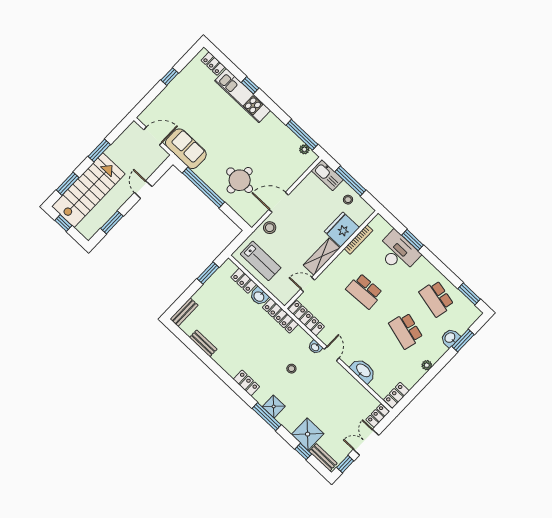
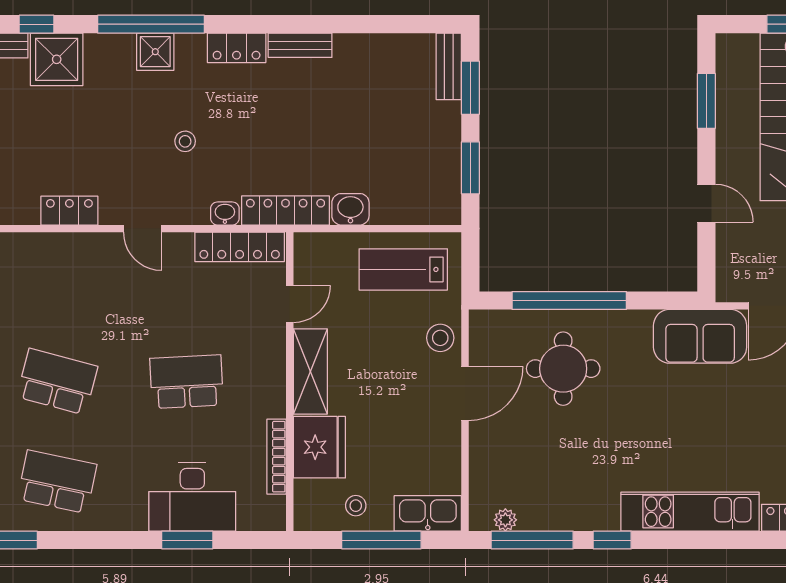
window: (250, 85) -> (612, 540), moved
window: (203, 187) -> (569, 300), moved
locker: (244, 281) -> (69, 211), moved
window: (184, 299) -> (470, 88), added
bench: (203, 343) -> (300, 45), moved
washbasin: (315, 347) -> (225, 213), moved
washbasin: (363, 371) -> (65, 249), removed
window: (267, 417) -> (151, 24), width x1.46

